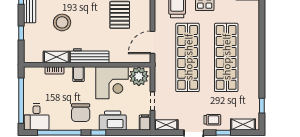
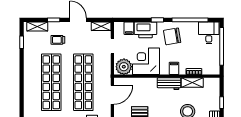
workbench: (90, 56) -> (169, 84), width x0.73
chair: (81, 113) -> (172, 36), turned -100
trolley: (212, 120) -> (58, 40), moved
filing cabinet: (145, 123) -> (129, 28), moved

